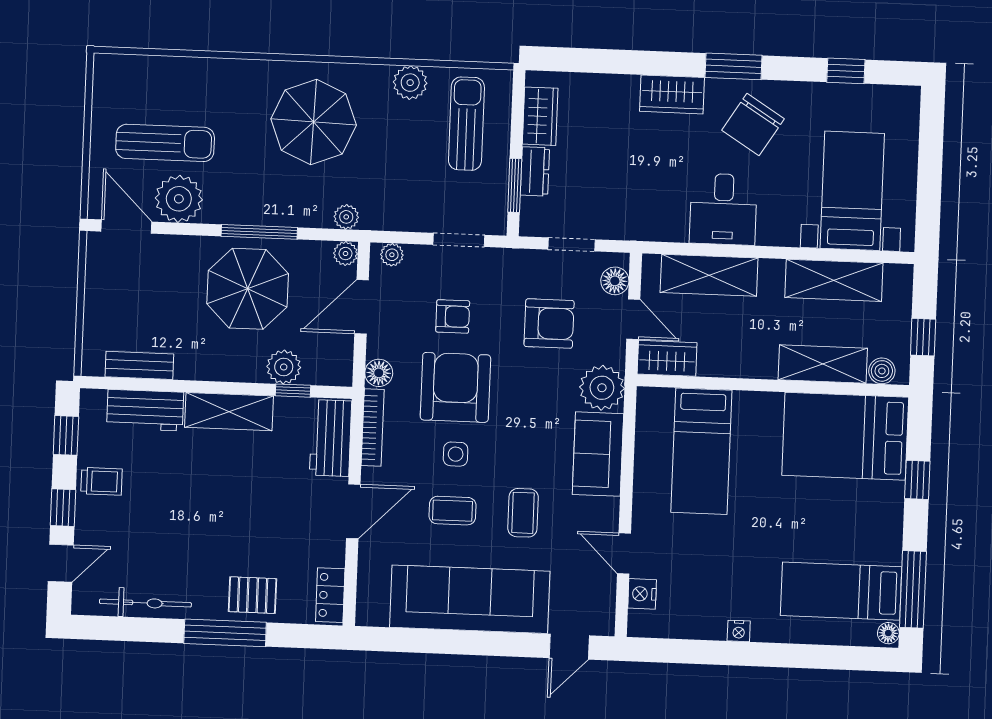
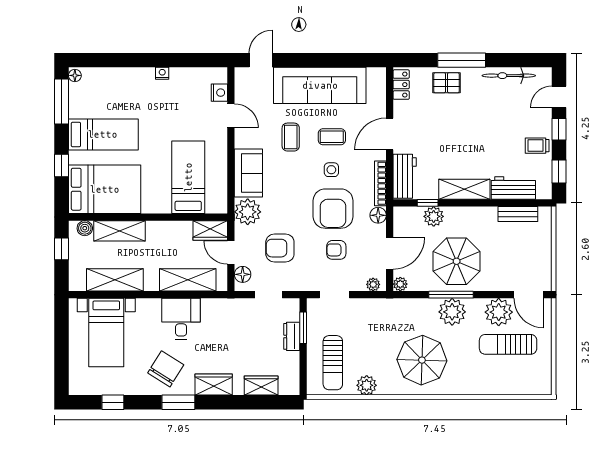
wardrobe: (540, 116) -> (261, 386), moved, turned 90
plant: (346, 217) -> (452, 312), moved, width x1.87, depth x1.87
bed: (841, 591) -> (103, 134), moved

